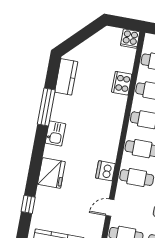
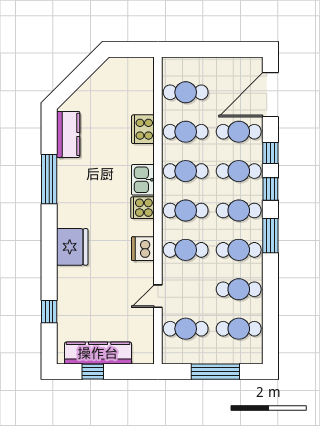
cooker: (130, 39) -> (143, 208), moved, turned 90
kitchen sink: (55, 133) -> (143, 180), moved, turned 180
fridge: (51, 173) -> (72, 247), moved

